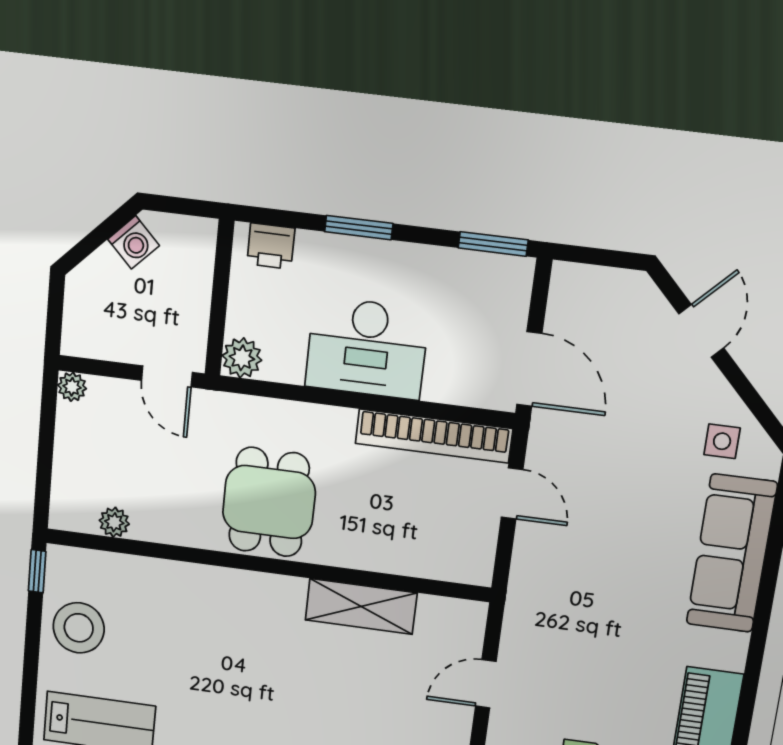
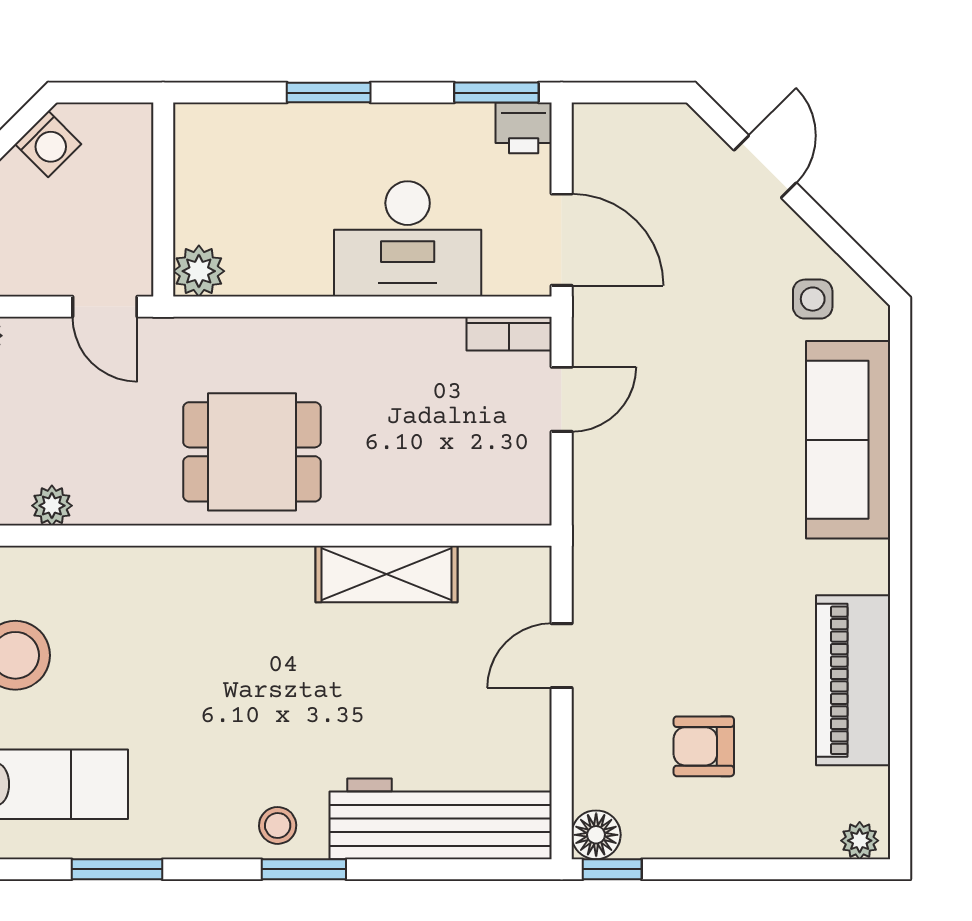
printer: (271, 246) -> (524, 128), moved
desk: (367, 348) -> (408, 239), moved
bookcase: (434, 436) -> (509, 334), width x0.43, depth x0.76
door: (512, 493) -> (562, 399), hinge flipped
dining table: (269, 502) -> (252, 452), turned 90

